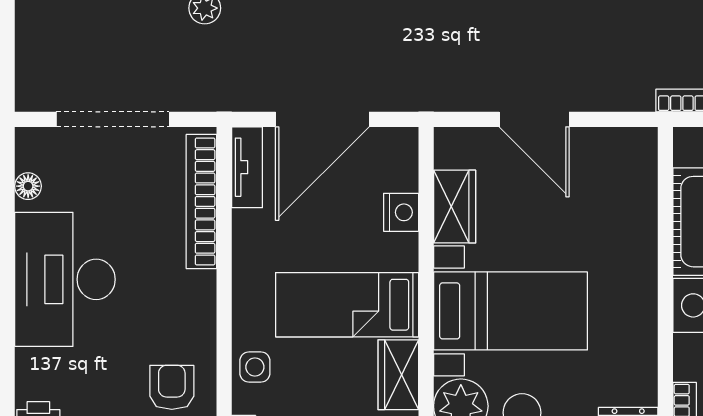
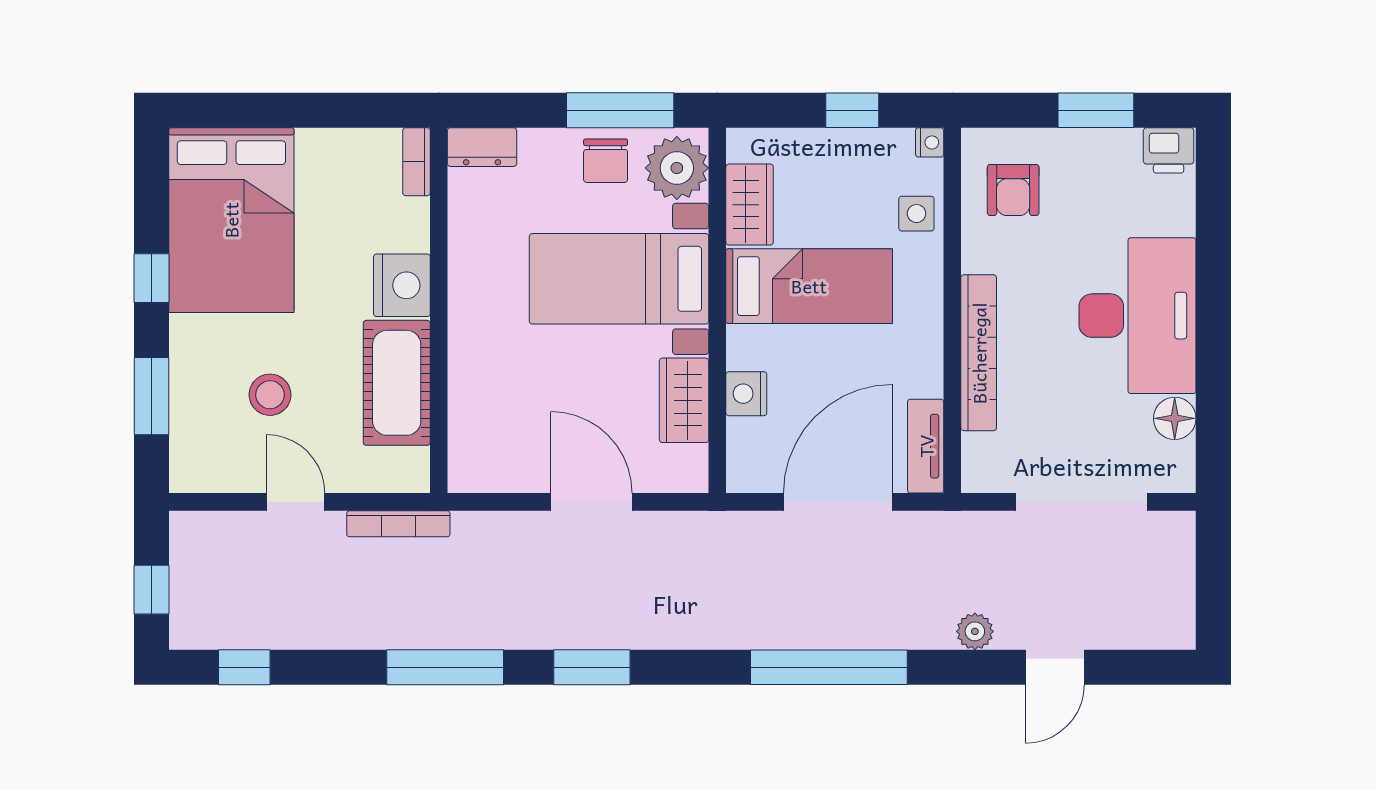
floor lamp: (28, 186) -> (1175, 418), width x1.37, depth x1.37
bookcase: (201, 201) -> (979, 353), moved

